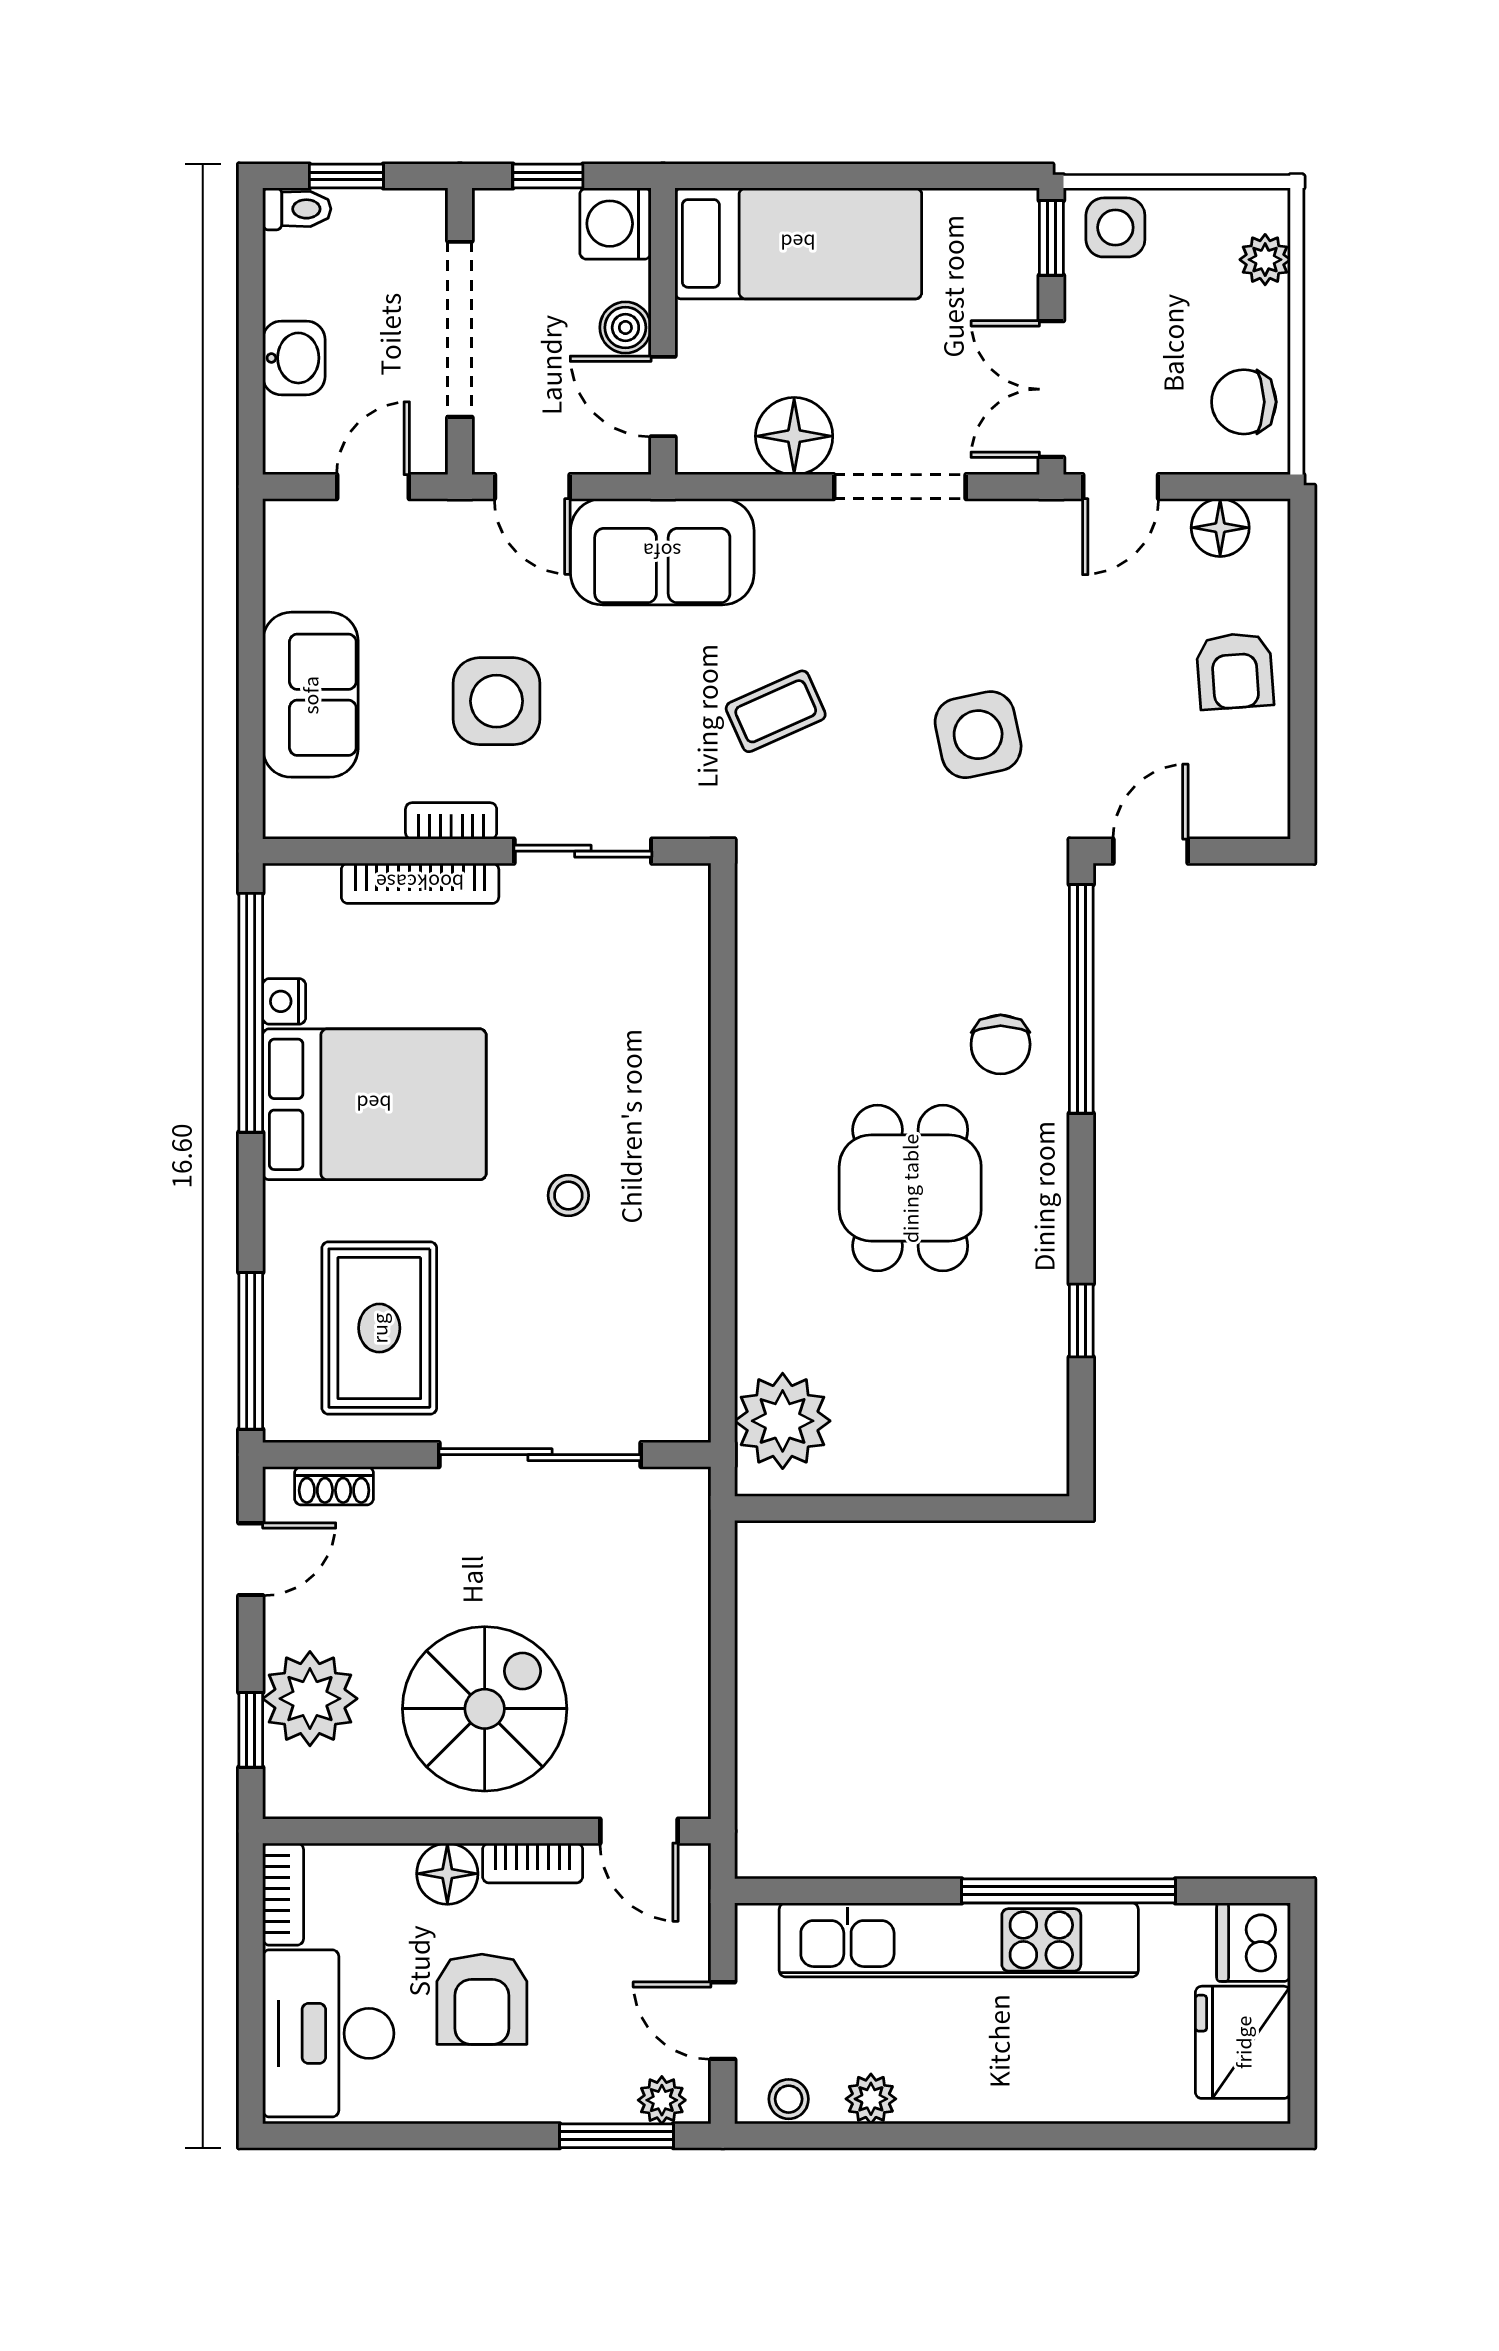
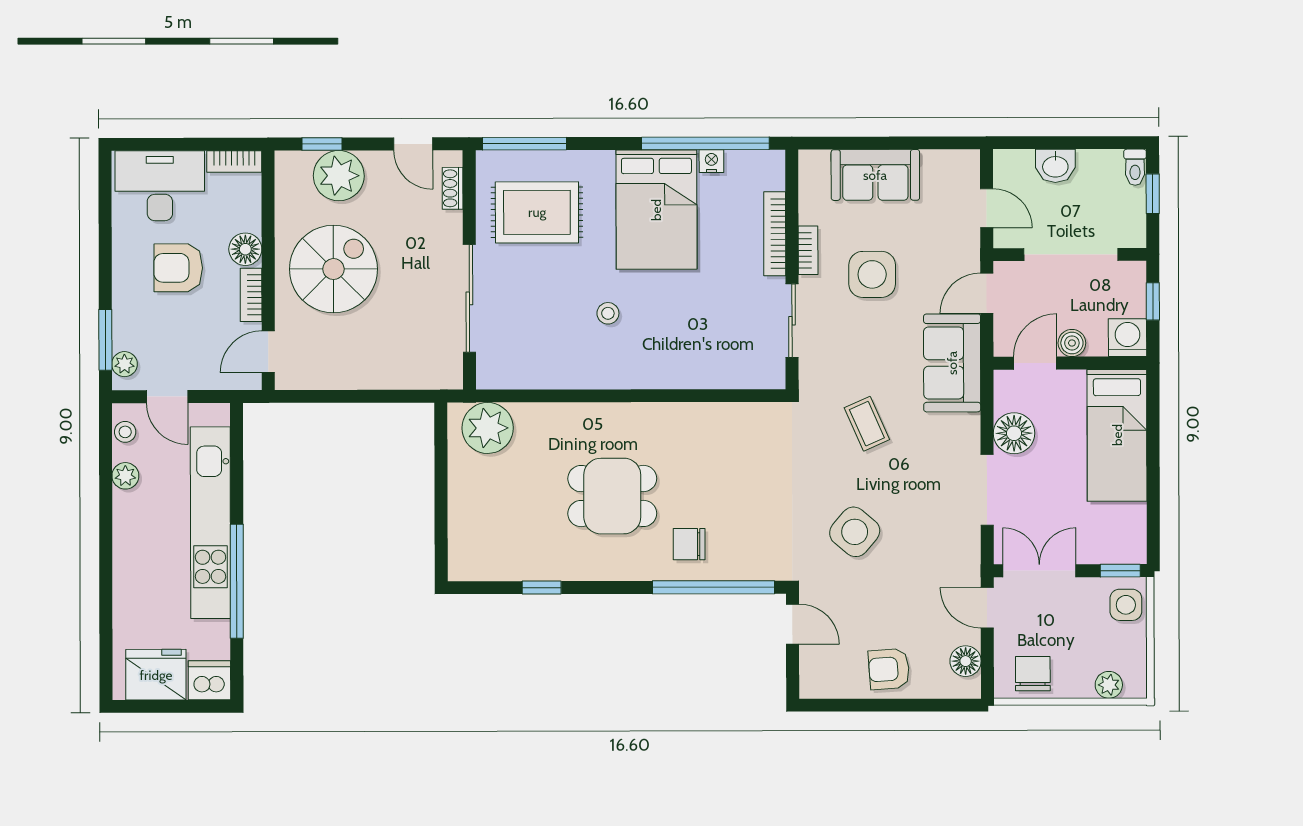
side table: (978, 735) -> (855, 532), turned -38
spiral stairs: (485, 1709) -> (333, 269), turned -90
door: (723, 2021) -> (167, 397), swing flipped

